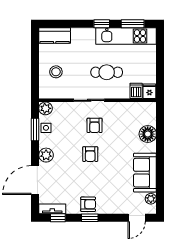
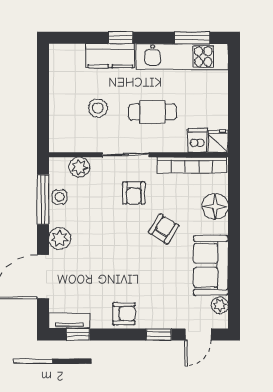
window: (102, 24) -> (120, 38), moved
kitchen counter: (55, 35) -> (110, 56), moved
stool: (56, 72) -> (98, 108), moved
bookcase: (132, 107) -> (192, 165), added
plant: (46, 108) -> (79, 167), moved
window: (35, 130) -> (43, 200), width x1.44
armchair: (90, 154) -> (164, 229), moved, turned -148
window: (90, 218) -> (159, 334), moved

